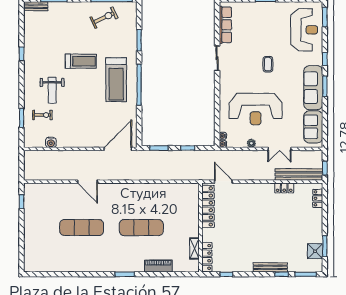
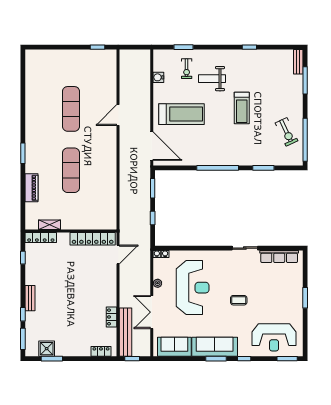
treadmill: (116, 80) -> (182, 114), moved, turned 180
reception desk: (256, 109) -> (193, 288), turned 180
double door: (279, 149) -> (152, 312), width x1.37
bench: (270, 267) -> (30, 298), width x0.73

